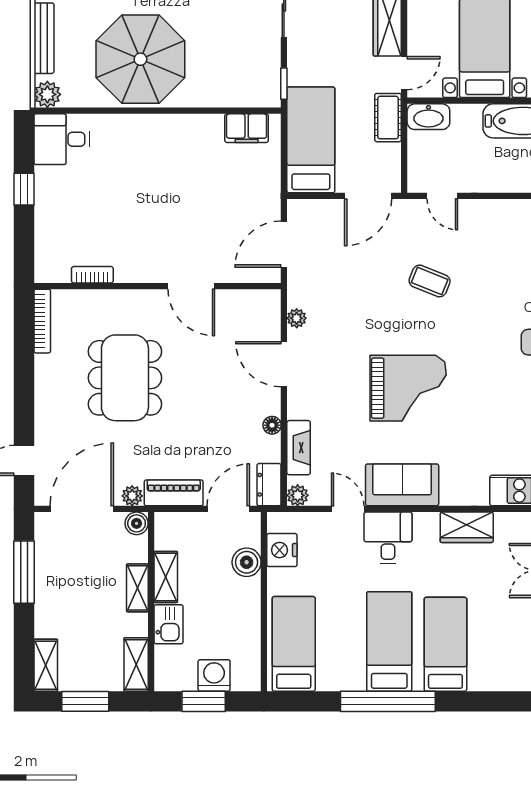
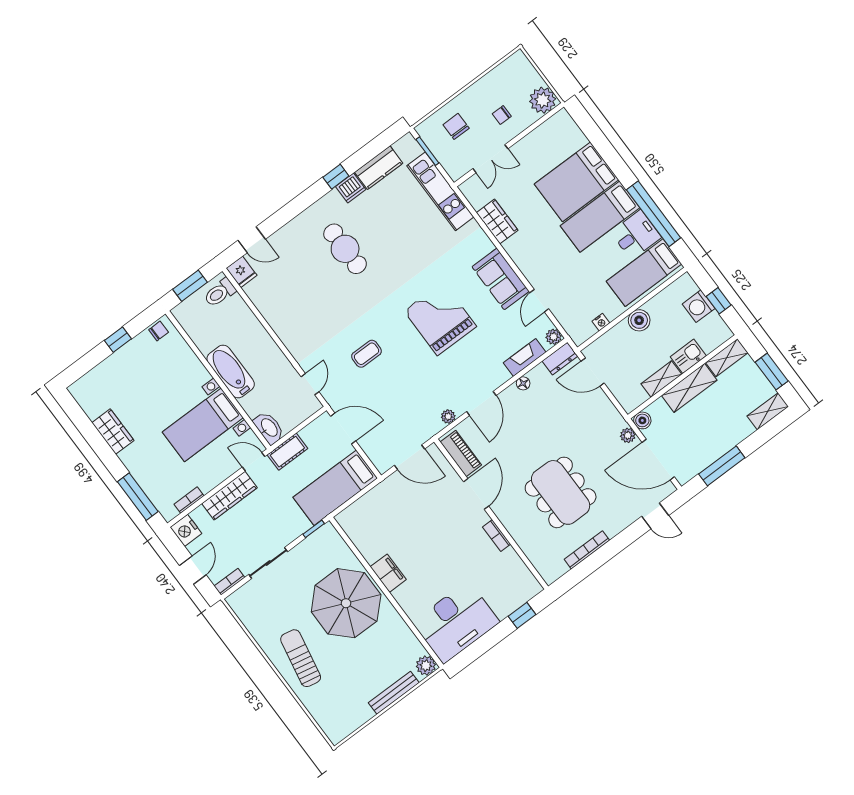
parasol: (140, 59) -> (346, 603), moved
filing cabinet: (247, 128) -> (388, 573), moved
desk: (62, 139) -> (456, 622), width x1.87, depth x1.30
window: (24, 189) -> (522, 615), moved
bookcase: (92, 275) -> (497, 536), moved
coffee table: (430, 281) -> (367, 354), turned 68
bookcase: (42, 321) -> (587, 550), moved
dining table: (125, 378) -> (561, 492), turned 90
piano: (174, 493) -> (461, 453), moved, turned 180
desk: (388, 538) -> (636, 235), moved, turned 180
nightstand: (282, 550) -> (601, 322), width x0.53, depth x0.56
boiler: (247, 562) -> (639, 320), moved
shelving: (137, 588) -> (689, 388), width x1.50, depth x1.33
bed: (445, 644) -> (576, 182), width x1.50
window: (204, 701) -> (719, 301), width x0.67
window: (388, 701) -> (654, 214), moved

